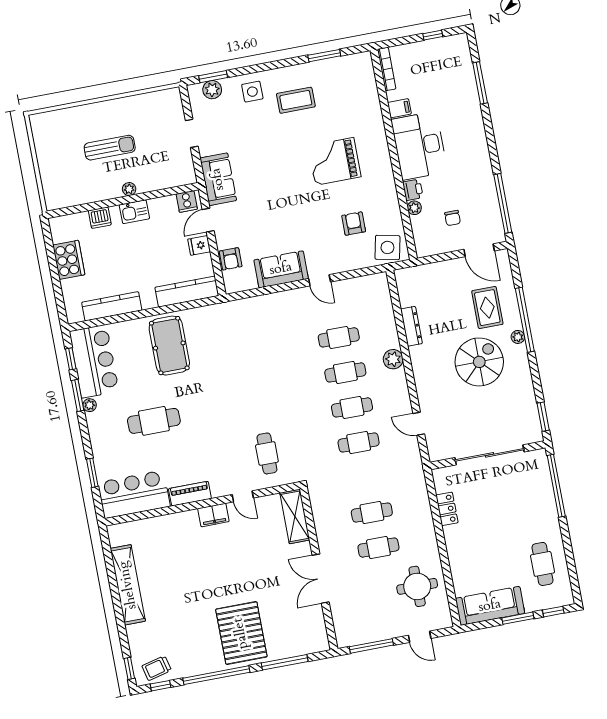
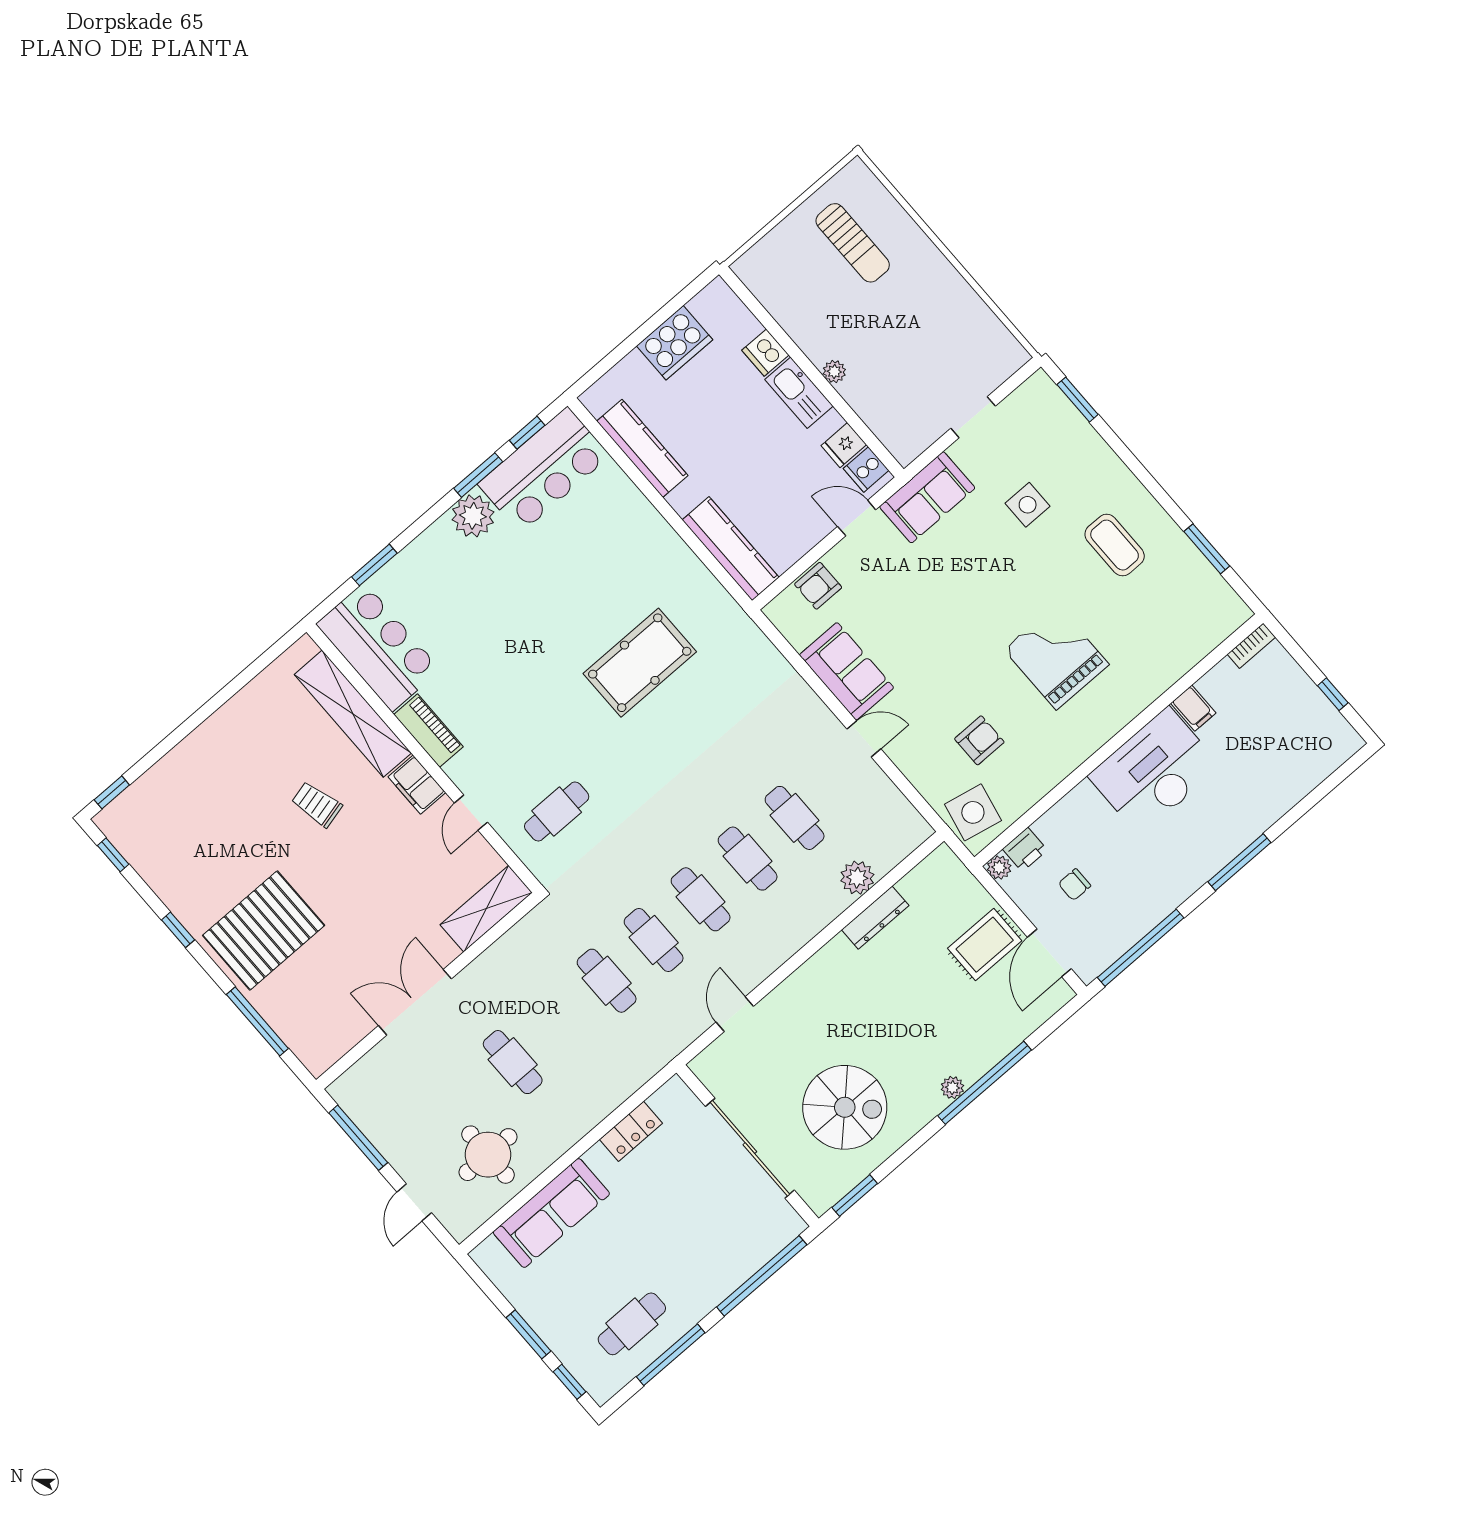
bookcase: (387, 69) -> (1251, 646), width x0.64
window: (480, 83) -> (1239, 862), moved
plant: (212, 90) -> (1057, 410), removed
side table: (252, 92) -> (1028, 505), moved
sun lounger: (110, 148) -> (853, 243), moved
printer: (413, 190) -> (1025, 849), moved
plant: (414, 208) -> (999, 868), moved
kitchen sink: (134, 212) -> (799, 393), width x1.38
fridge: (199, 245) -> (844, 445), moved, turned -90
door: (320, 280) -> (864, 739), swing flipped
rug: (487, 308) -> (985, 945), moved
pool table: (169, 346) -> (640, 663), moved
plant: (393, 359) -> (857, 878), moved
spiral stairs: (479, 362) -> (845, 1107), moved
plant: (90, 405) -> (473, 516), width x1.88, depth x1.88
cafe table: (154, 421) -> (507, 612), removed
cafe table: (372, 513) -> (607, 981), moved
window: (569, 554) -> (671, 1355), added
shelving: (128, 585) -> (353, 714), moved, turned 90
sofa: (490, 606) -> (551, 1213), moved, turned 90
trolley: (157, 668) -> (317, 804), moved
window: (216, 675) -> (178, 930), width x0.32

